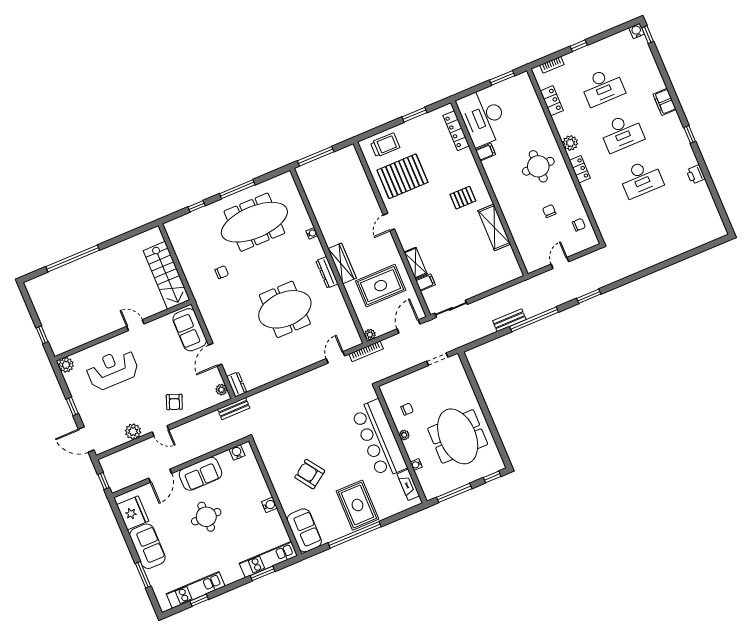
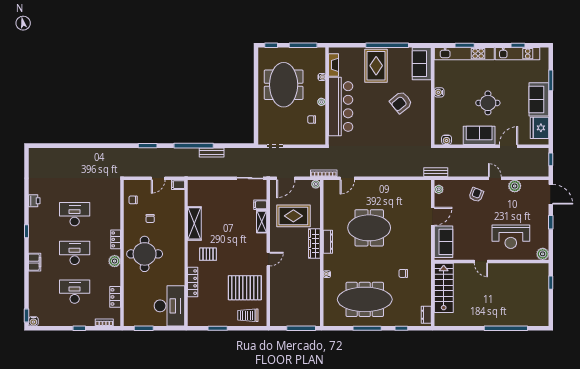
locker: (456, 131) -> (193, 282), moved
filing cabinet: (486, 152) -> (178, 185), moved
round table: (538, 166) -> (145, 254), width x1.36, depth x1.36
dresser: (237, 384) -> (426, 315), moved
armchair: (310, 474) -> (401, 102), turned 86
kitchen unit: (268, 559) -> (464, 54), width x1.36

